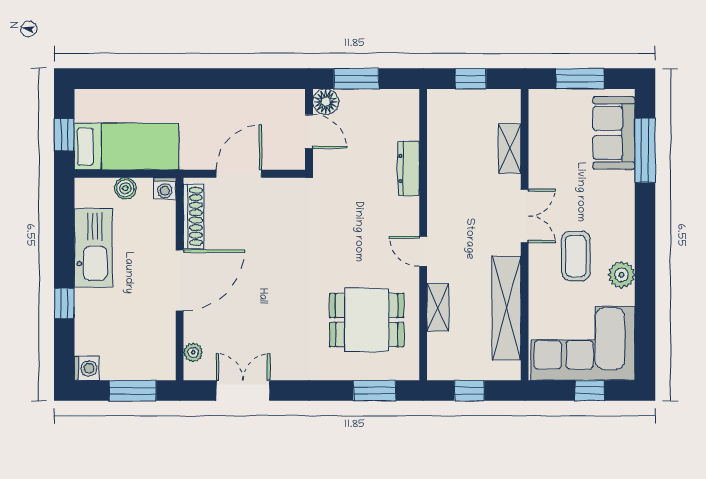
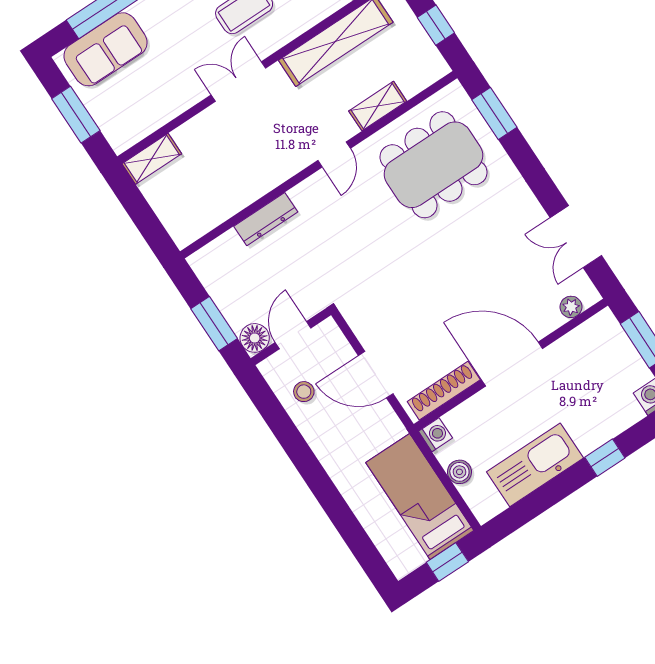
window: (471, 79) -> (143, 217), removed
stool: (262, 112) -> (304, 392), added
shelving: (510, 149) -> (152, 159), moved
dining table: (367, 320) -> (433, 165), width x1.38

